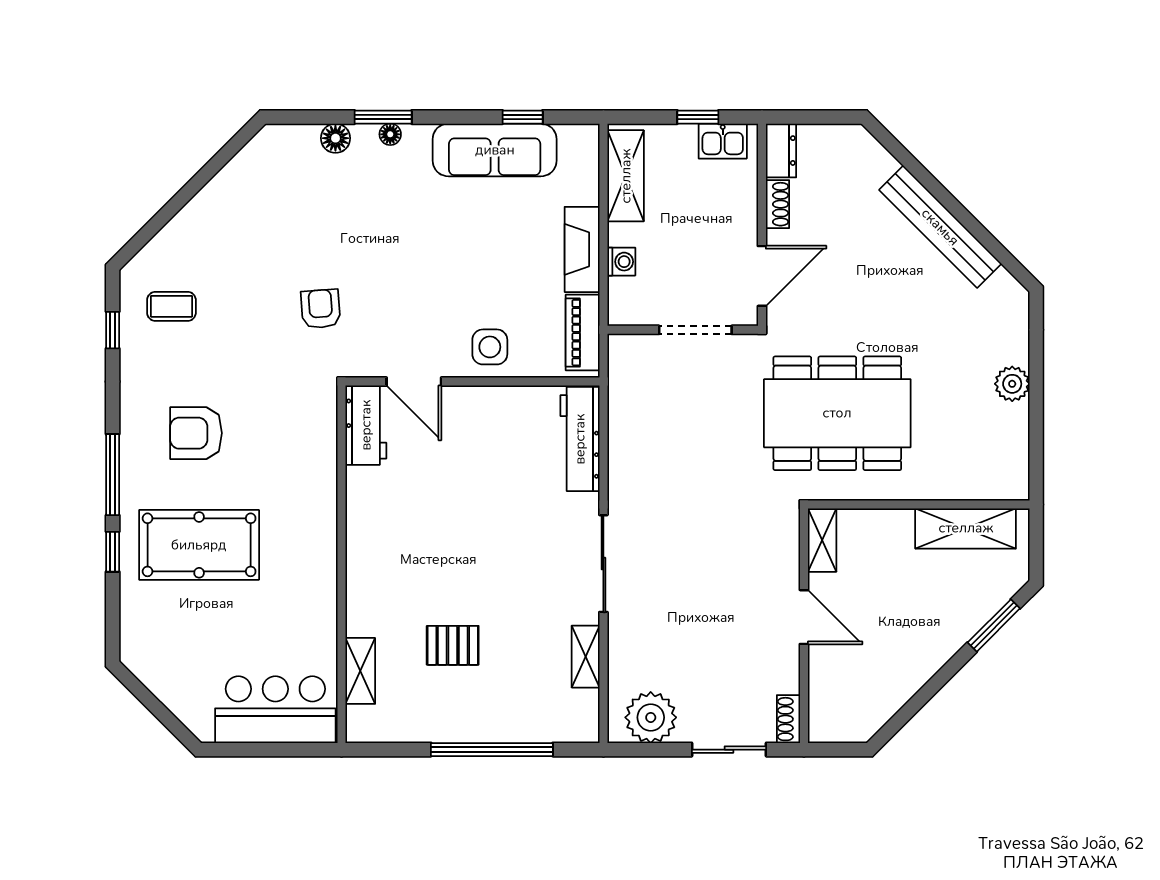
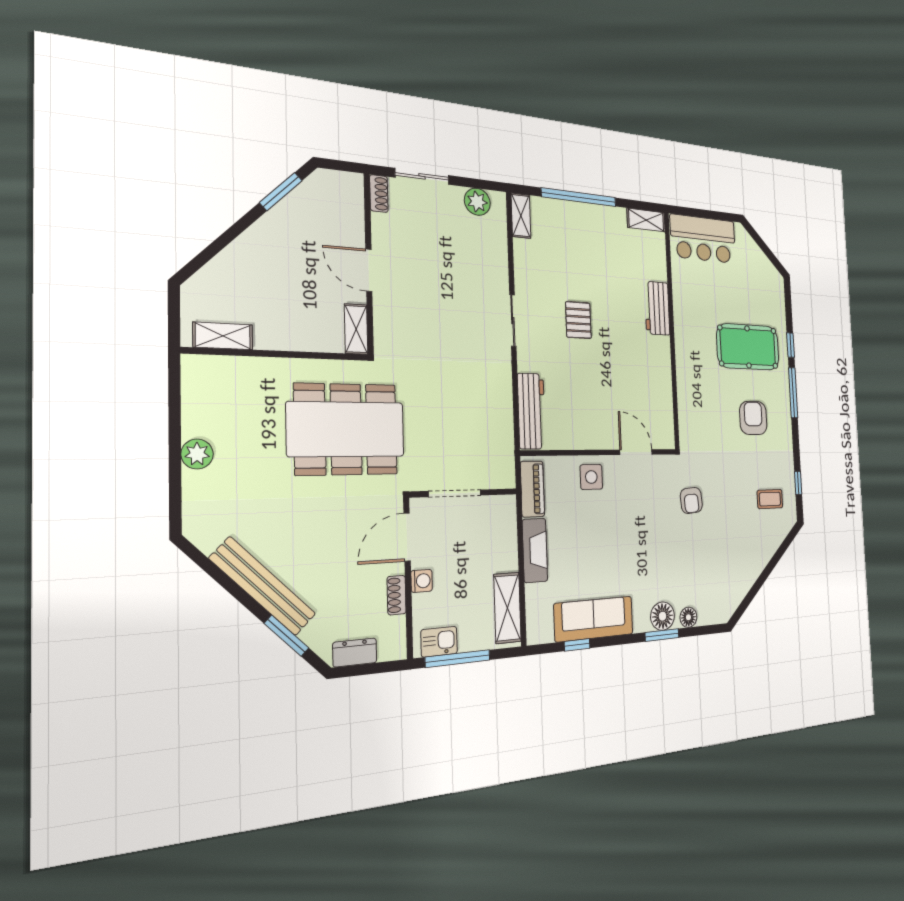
window: (698, 117) -> (458, 659), width x2.17
floor lamp: (390, 134) -> (663, 616), width x1.89, depth x1.89
dresser: (781, 151) -> (355, 653), moved, turned 90
window: (914, 167) -> (287, 636), added
washing machine: (621, 262) -> (422, 581), moved, turned 180
workbench: (366, 425) -> (657, 308), moved
armchair: (196, 433) -> (753, 418), turned -90
shelving: (966, 528) -> (223, 336), width x0.67, depth x0.75
sliding door: (603, 564) -> (513, 321), width x0.73
window: (994, 625) -> (281, 192), moved
pallet: (453, 645) -> (578, 320), moved, turned 90
shelving: (586, 657) -> (521, 216), moved
shelving: (360, 671) -> (646, 220), moved, turned 90
plant: (651, 717) -> (477, 202), width x0.73, depth x0.73

